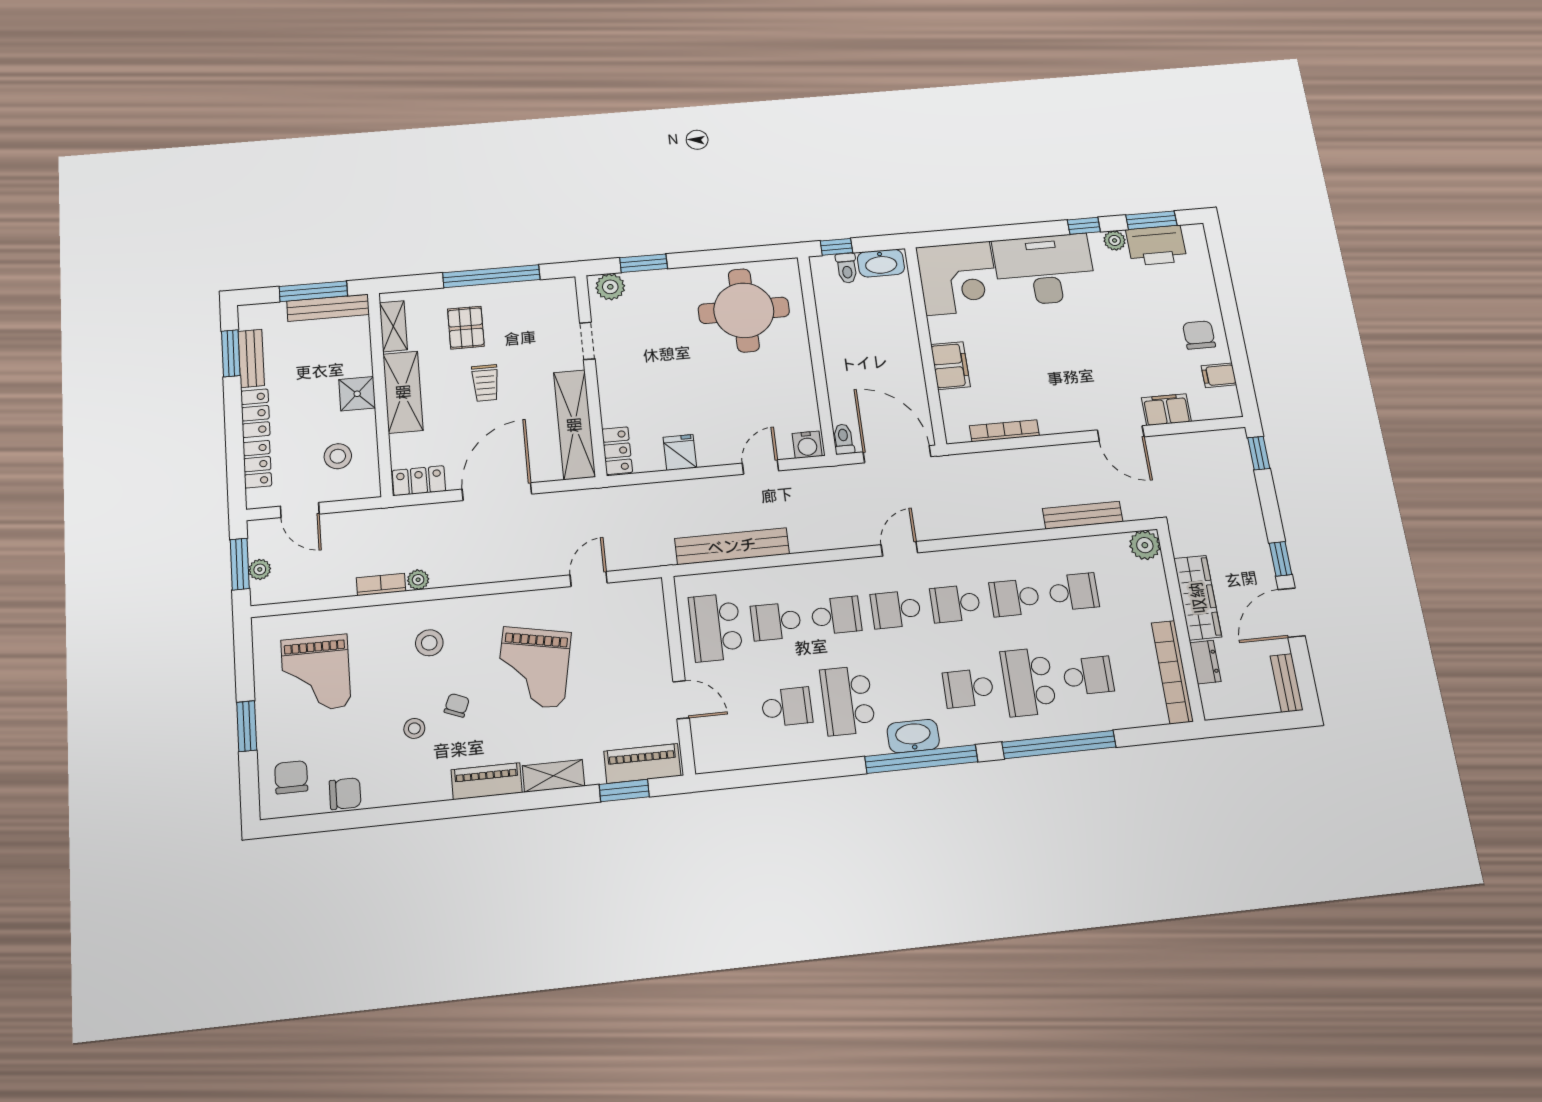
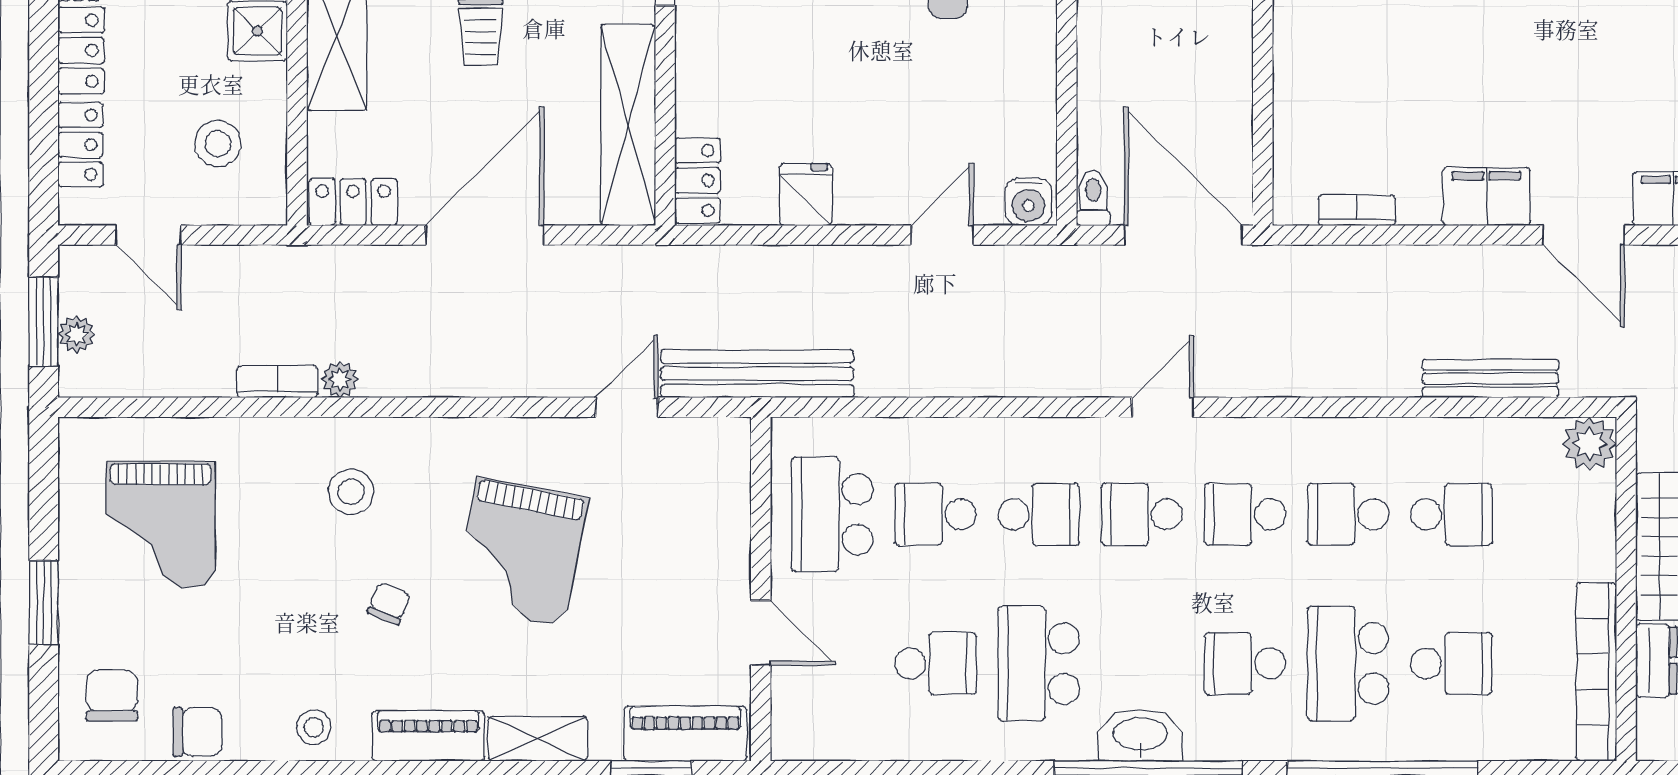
filing cabinet: (950, 366) -> (1486, 196), moved, turned -90
bookcase: (1004, 431) -> (1357, 210), width x0.64
bench: (732, 546) -> (757, 374), moved
stool: (414, 728) -> (314, 727), moved

